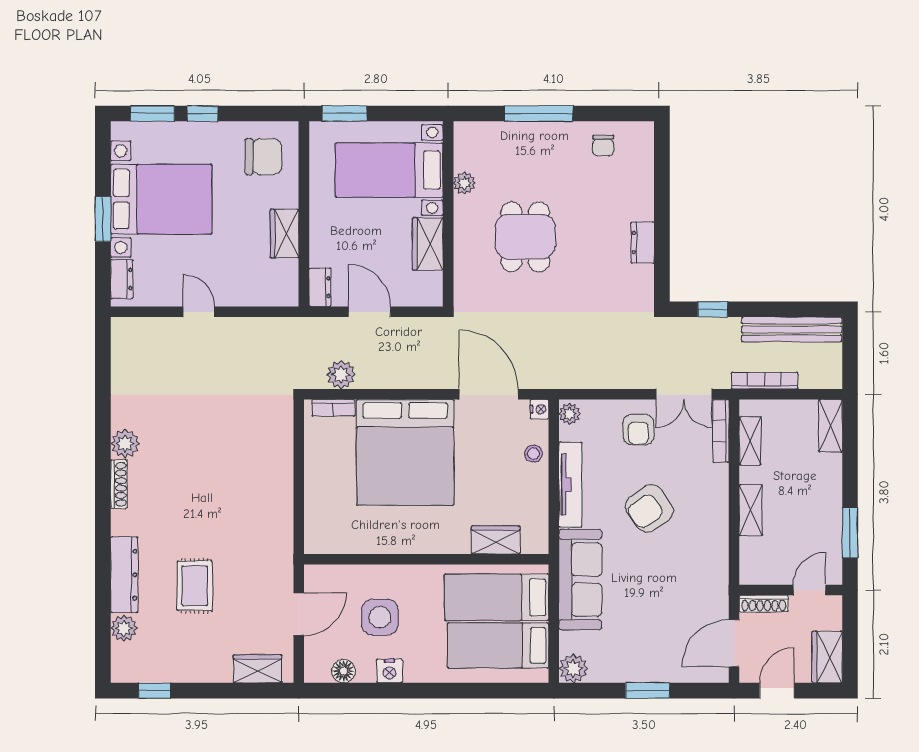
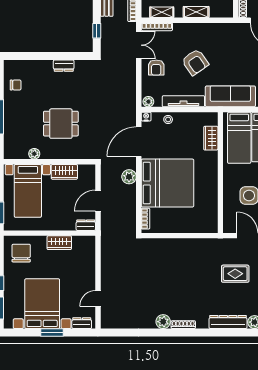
door: (199, 312) -> (98, 298), moved
plant: (341, 375) -> (129, 177), moved
armchair: (638, 429) -> (156, 68), turned 90
rug: (195, 586) -> (235, 274), moved

